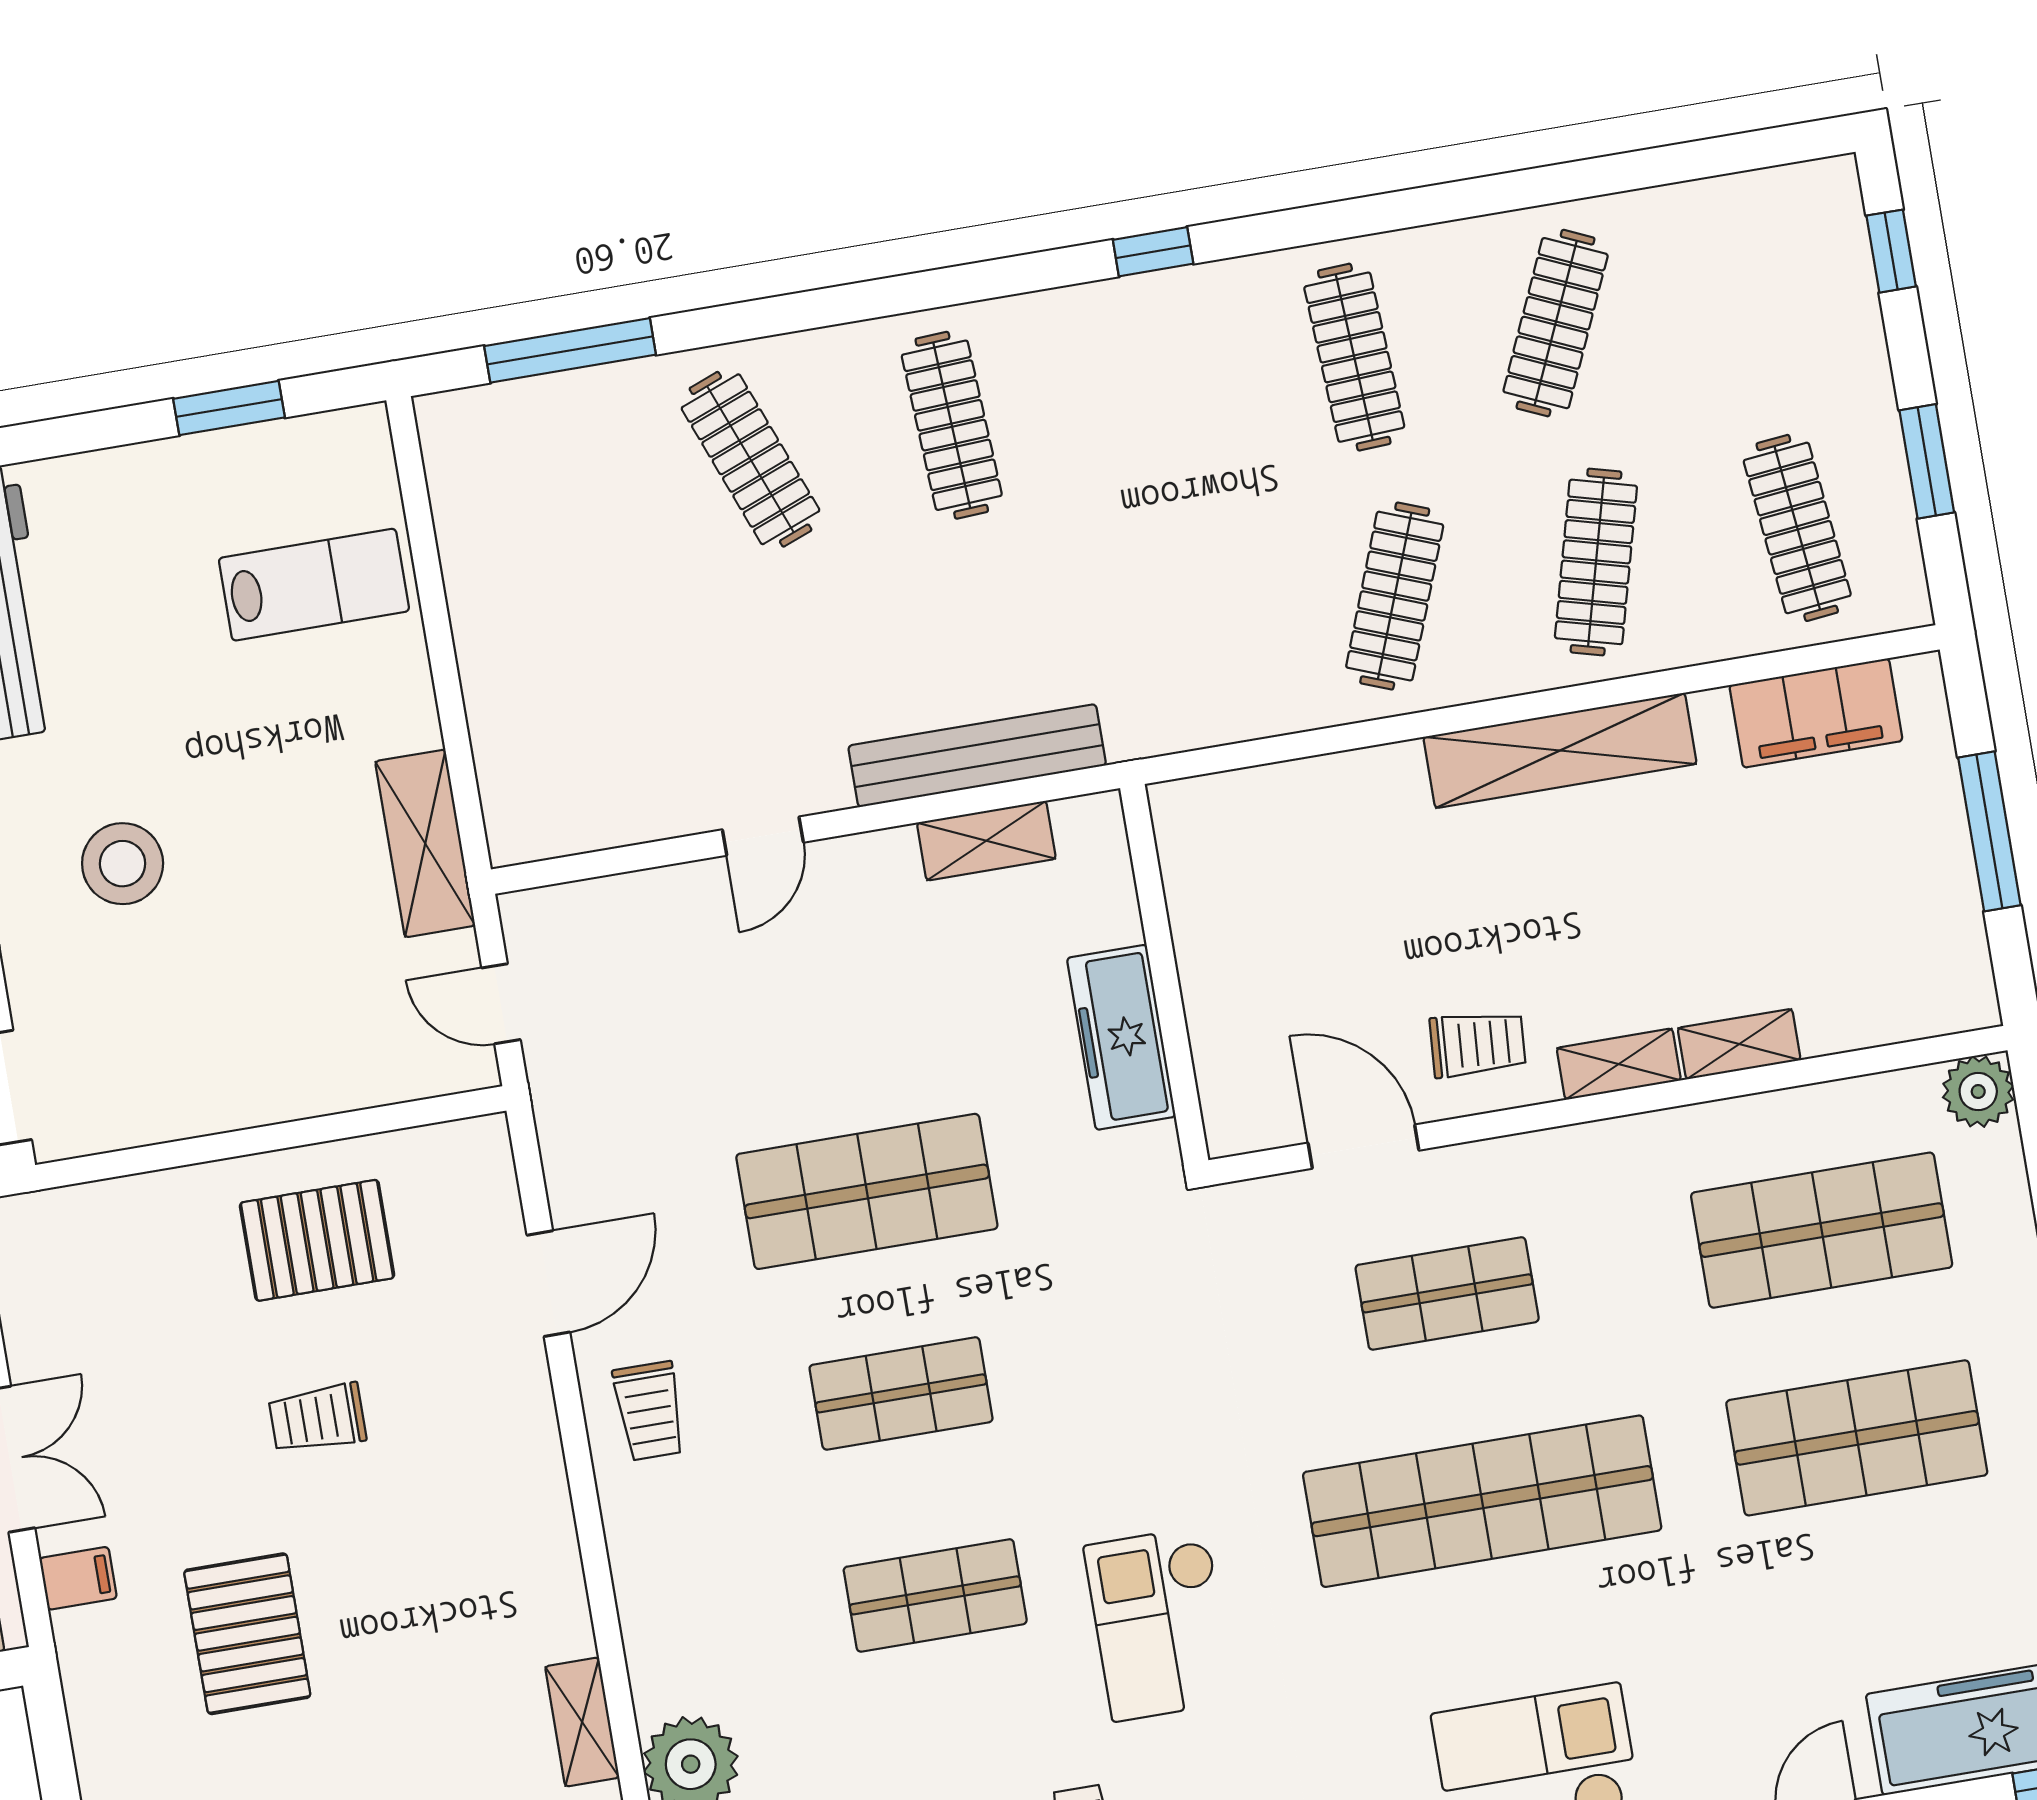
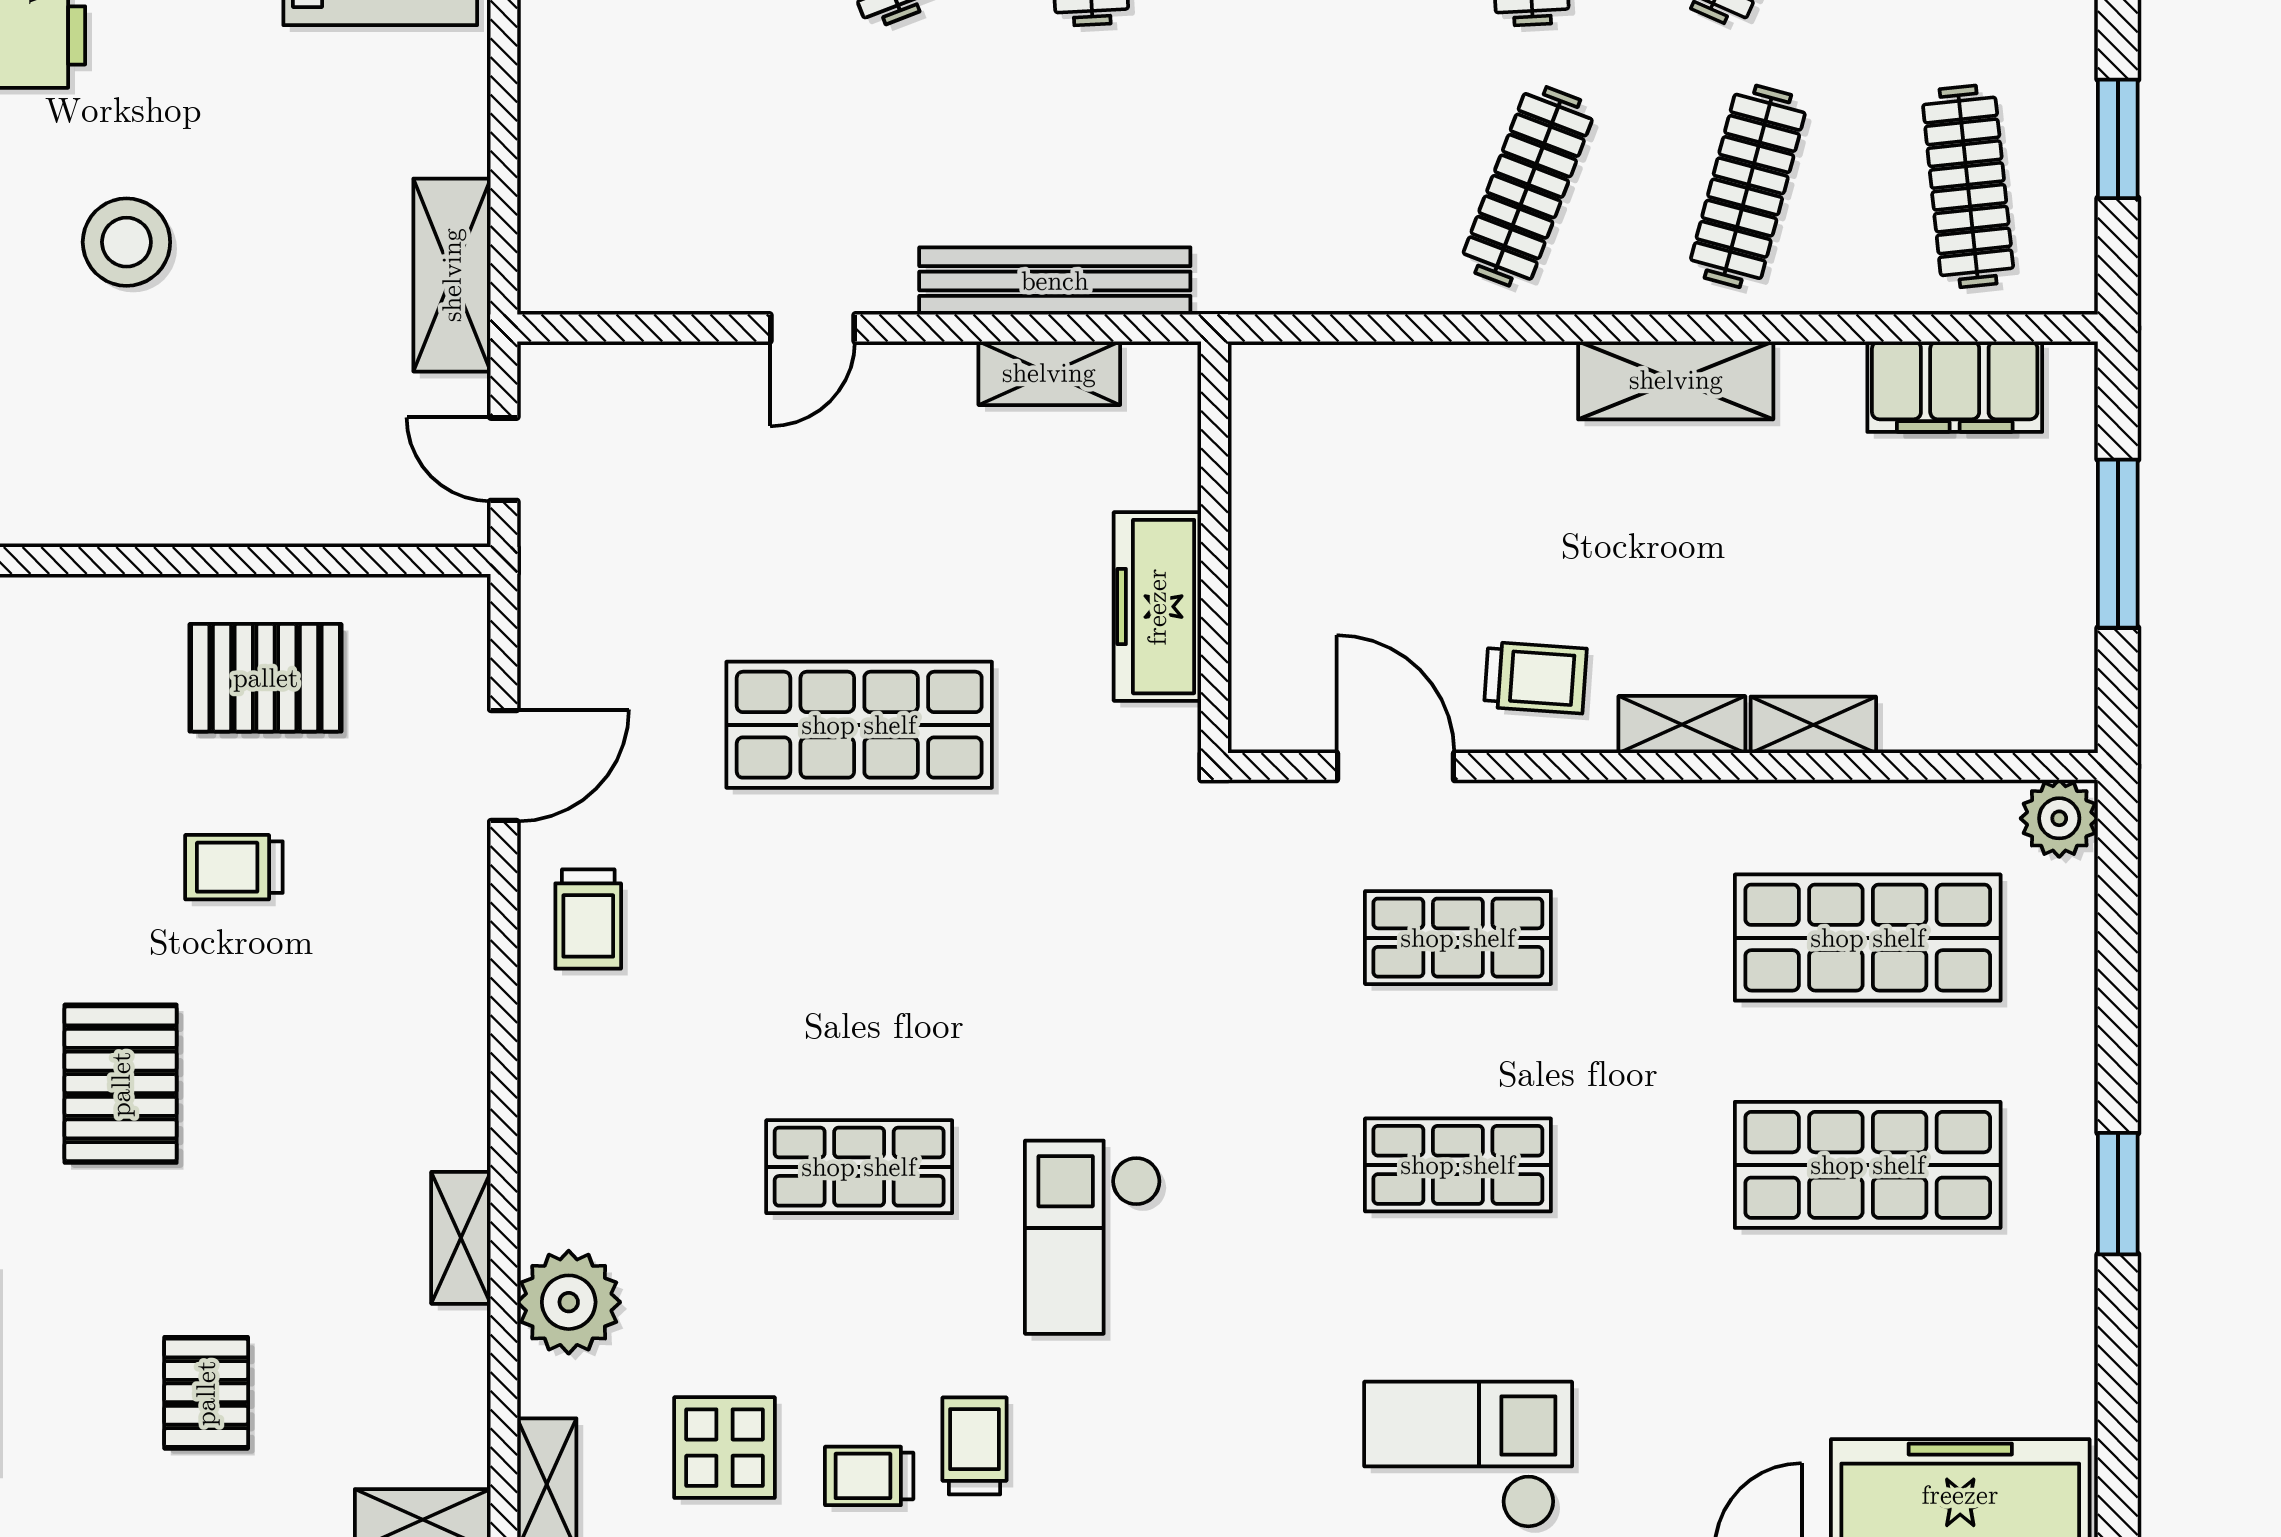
shelving: (1560, 750) -> (1676, 380), width x0.68
shop shelf: (901, 1393) -> (859, 946), removed
shop shelf: (1482, 1501) -> (1458, 1165), width x0.50, depth x0.74

